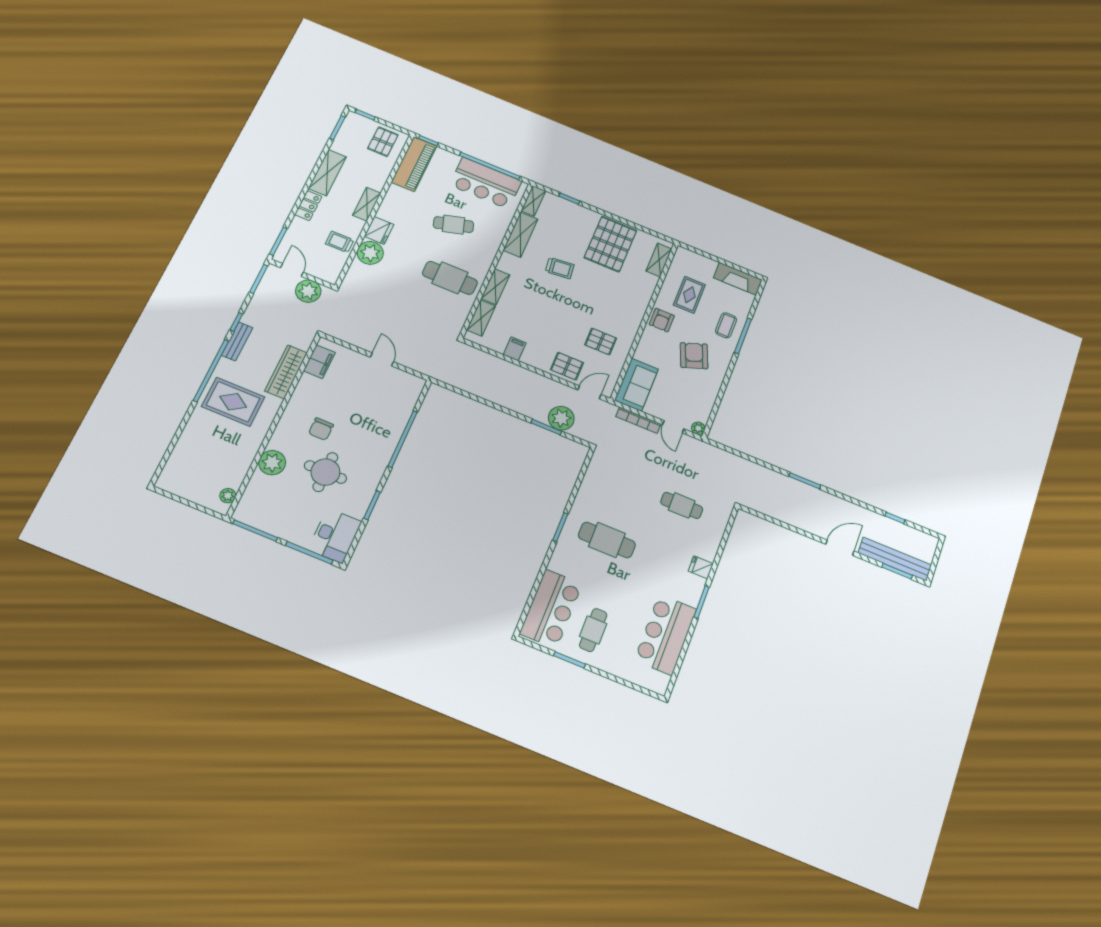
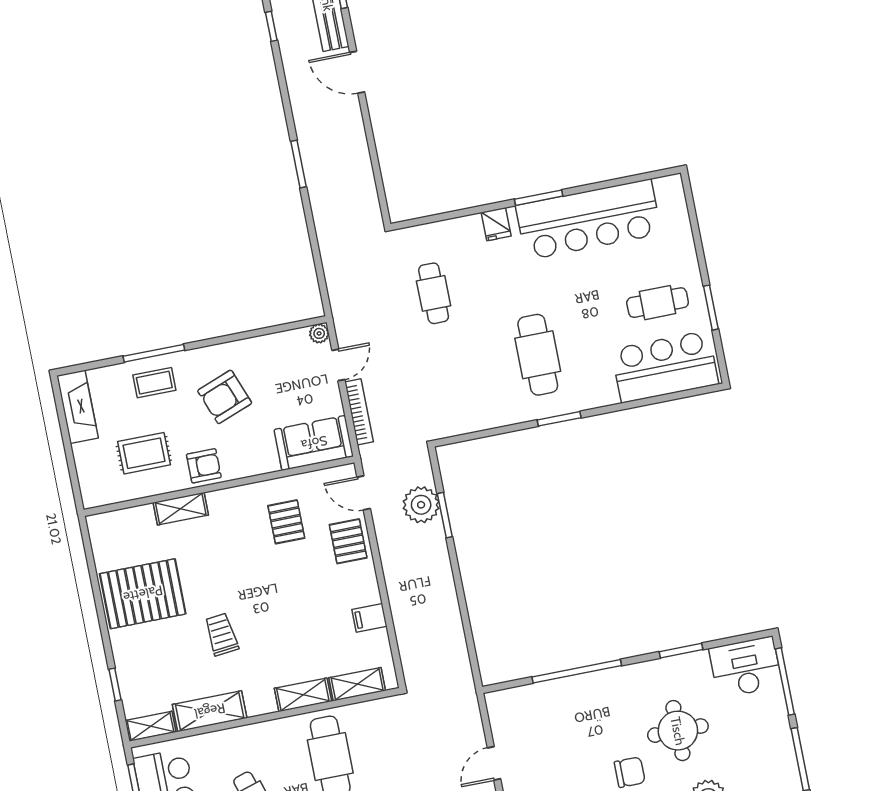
shelving: (659, 260) -> (181, 509), moved
bar counter: (666, 635) -> (589, 220), width x1.36

